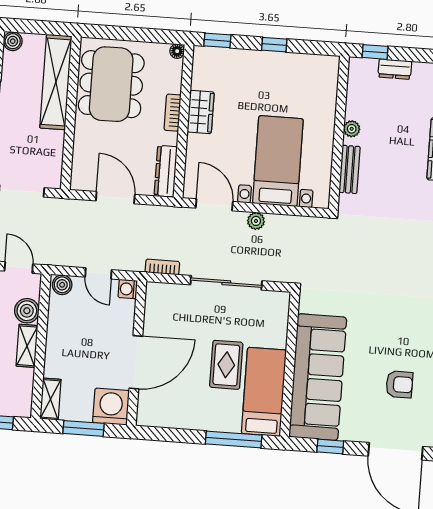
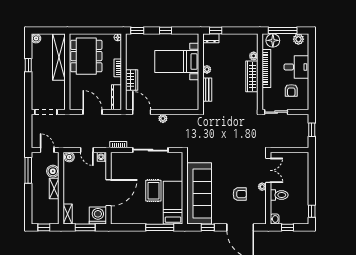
dresser: (395, 69) -> (211, 38), moved
wardrobe: (201, 112) -> (132, 80), moved
bed with nightstands: (278, 161) -> (177, 62), moved, turned -90

